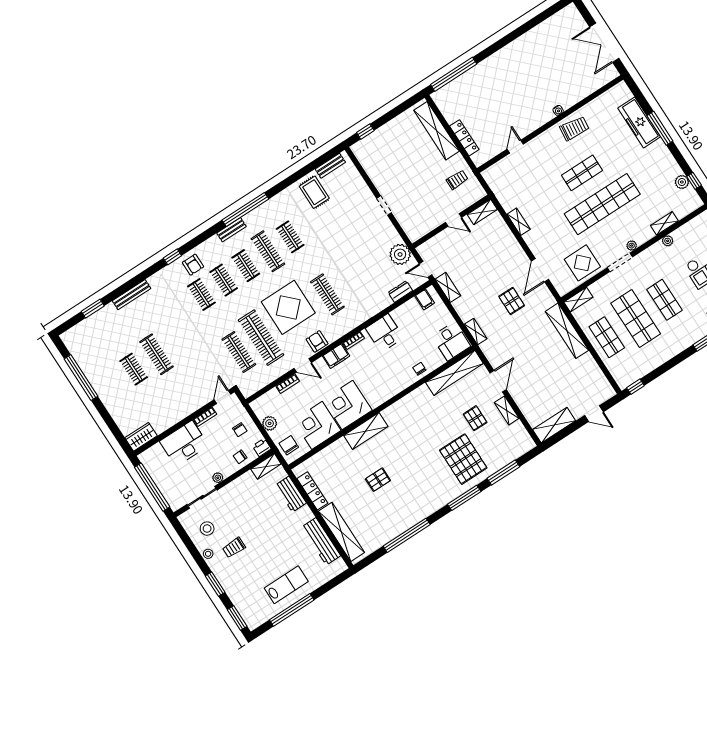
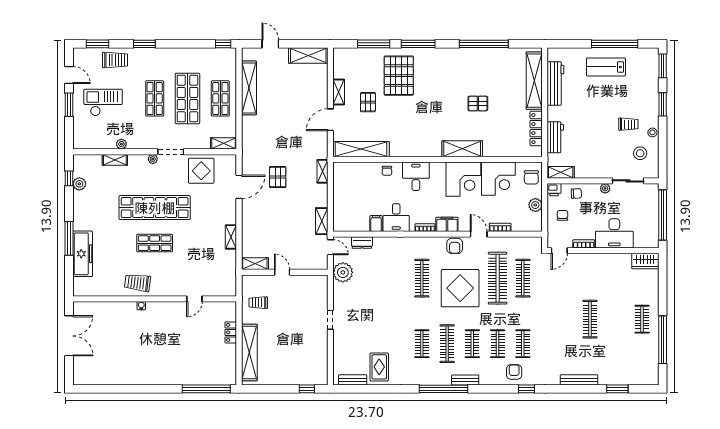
locker: (464, 138) -> (231, 332), width x0.66
filing cabinet: (425, 299) -> (376, 224), moved
shelving: (567, 331) -> (249, 88), moved
desk: (451, 341) -> (416, 176), moved
clothes rail: (134, 369) -> (642, 319), moved

